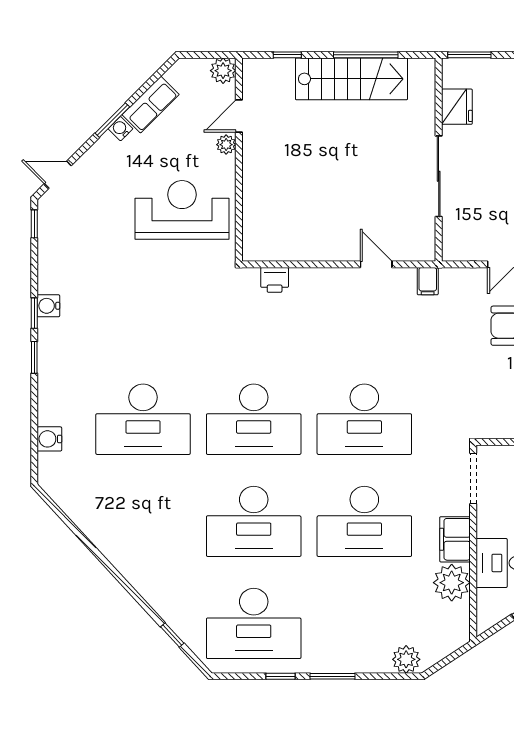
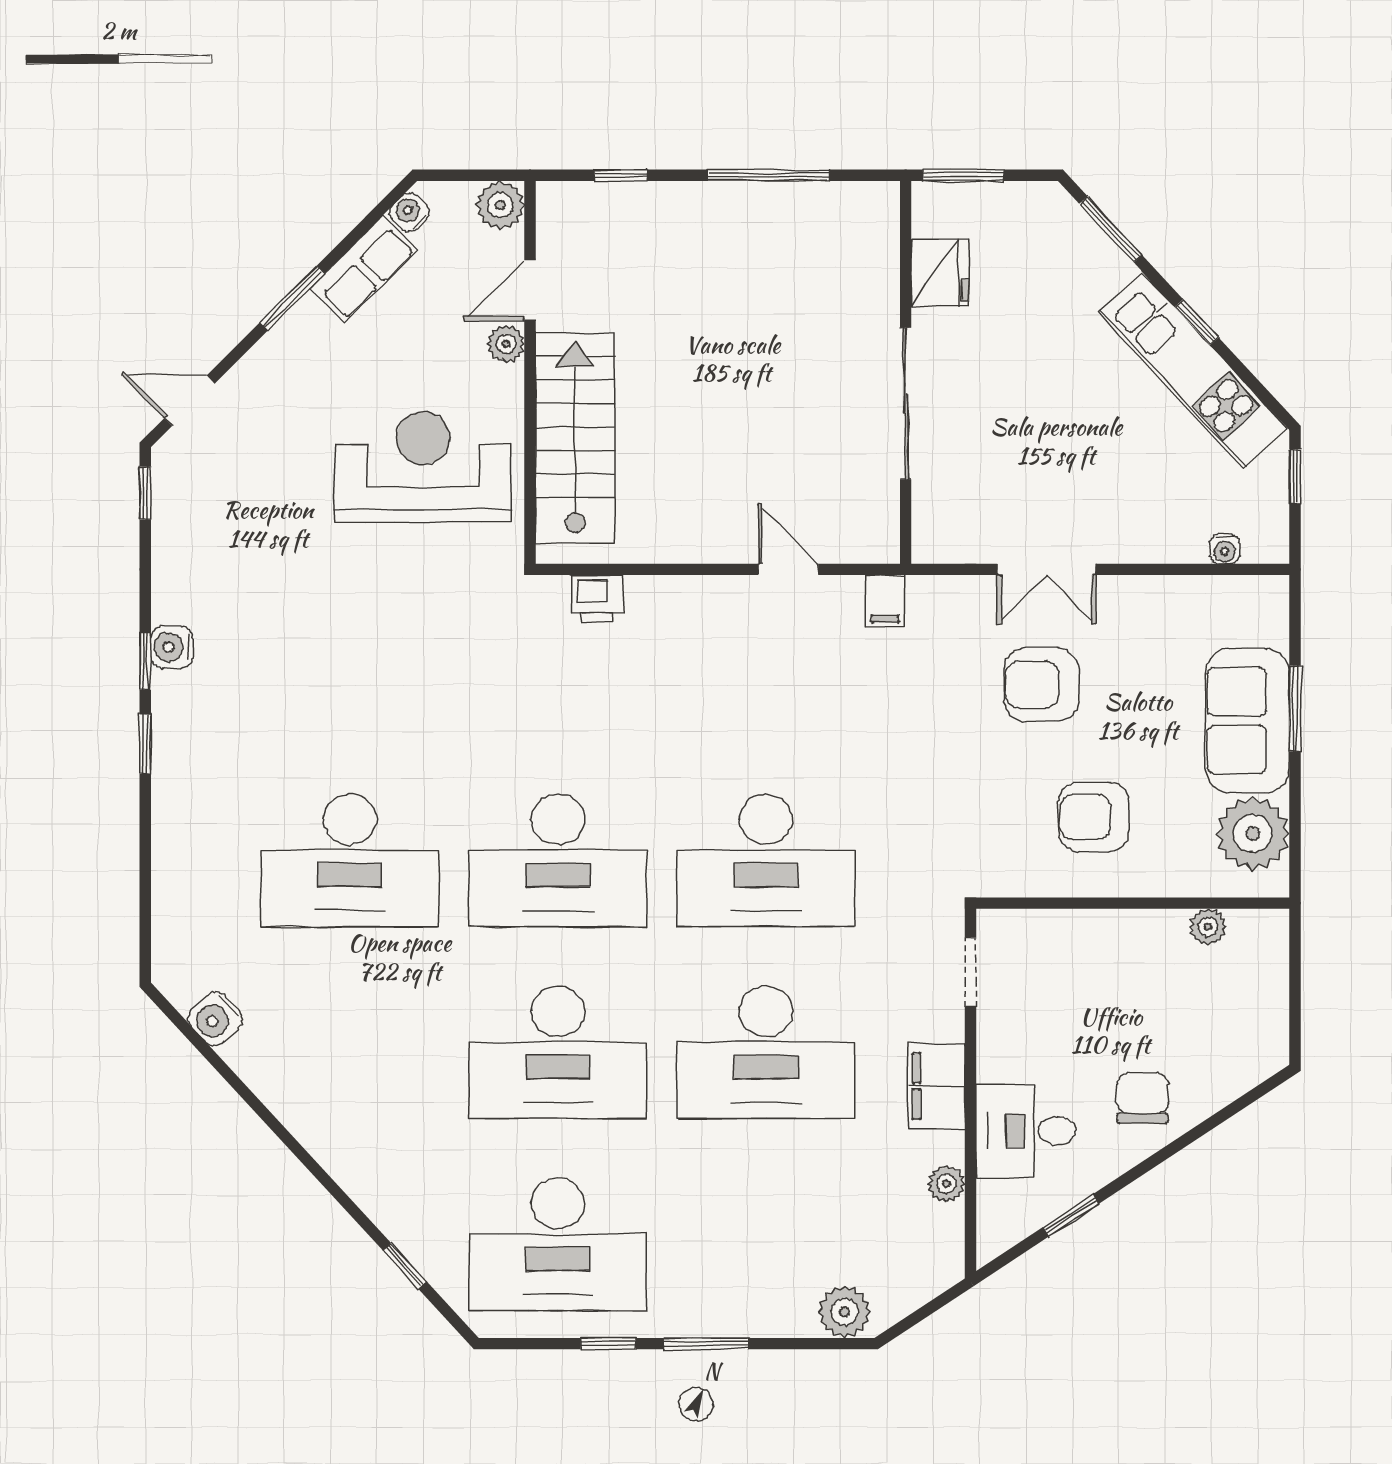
stairs: (351, 79) -> (575, 438), moved, turned -90
water cooler: (121, 129) -> (409, 212), moved
water cooler: (49, 439) -> (215, 1019), moved, turned -43
doorway: (473, 478) -> (970, 972), width x0.73
plant: (452, 583) -> (946, 1184), width x0.53, depth x0.53

